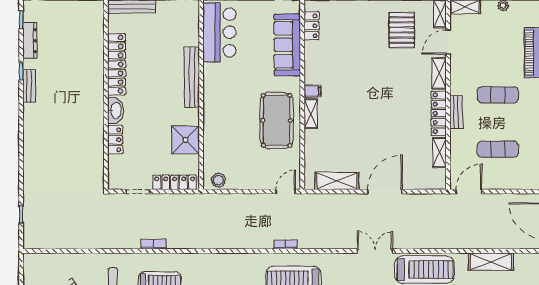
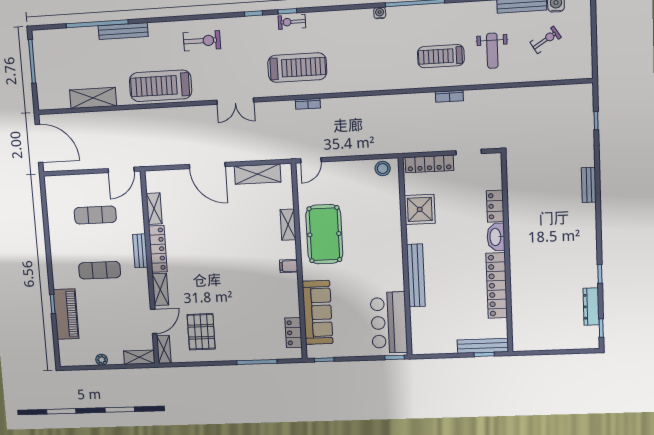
bench: (29, 86) -> (589, 185), moved
shelving: (311, 114) -> (288, 225), moved
door: (385, 191) -> (207, 166), hinge flipped
double door: (375, 251) -> (235, 101), moved

